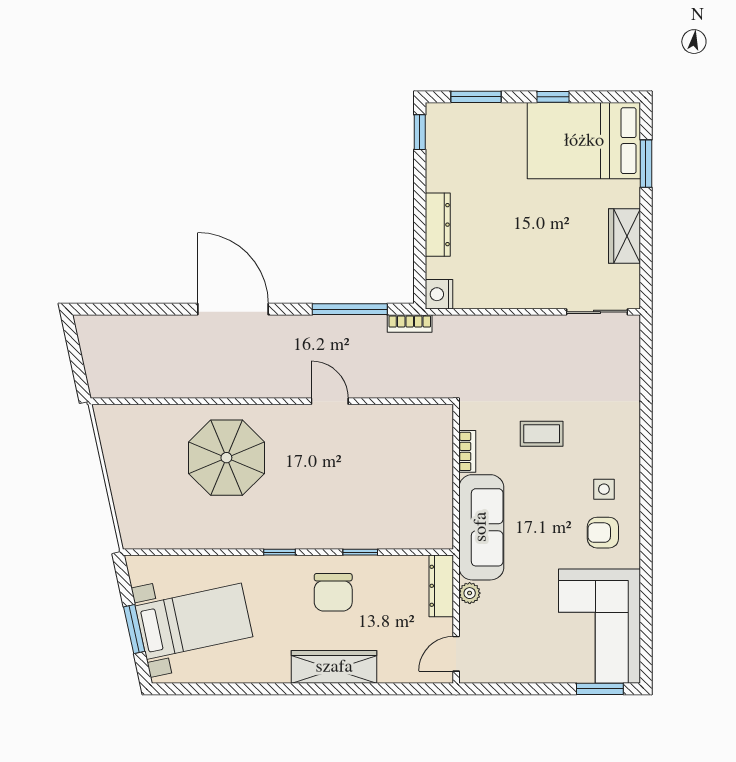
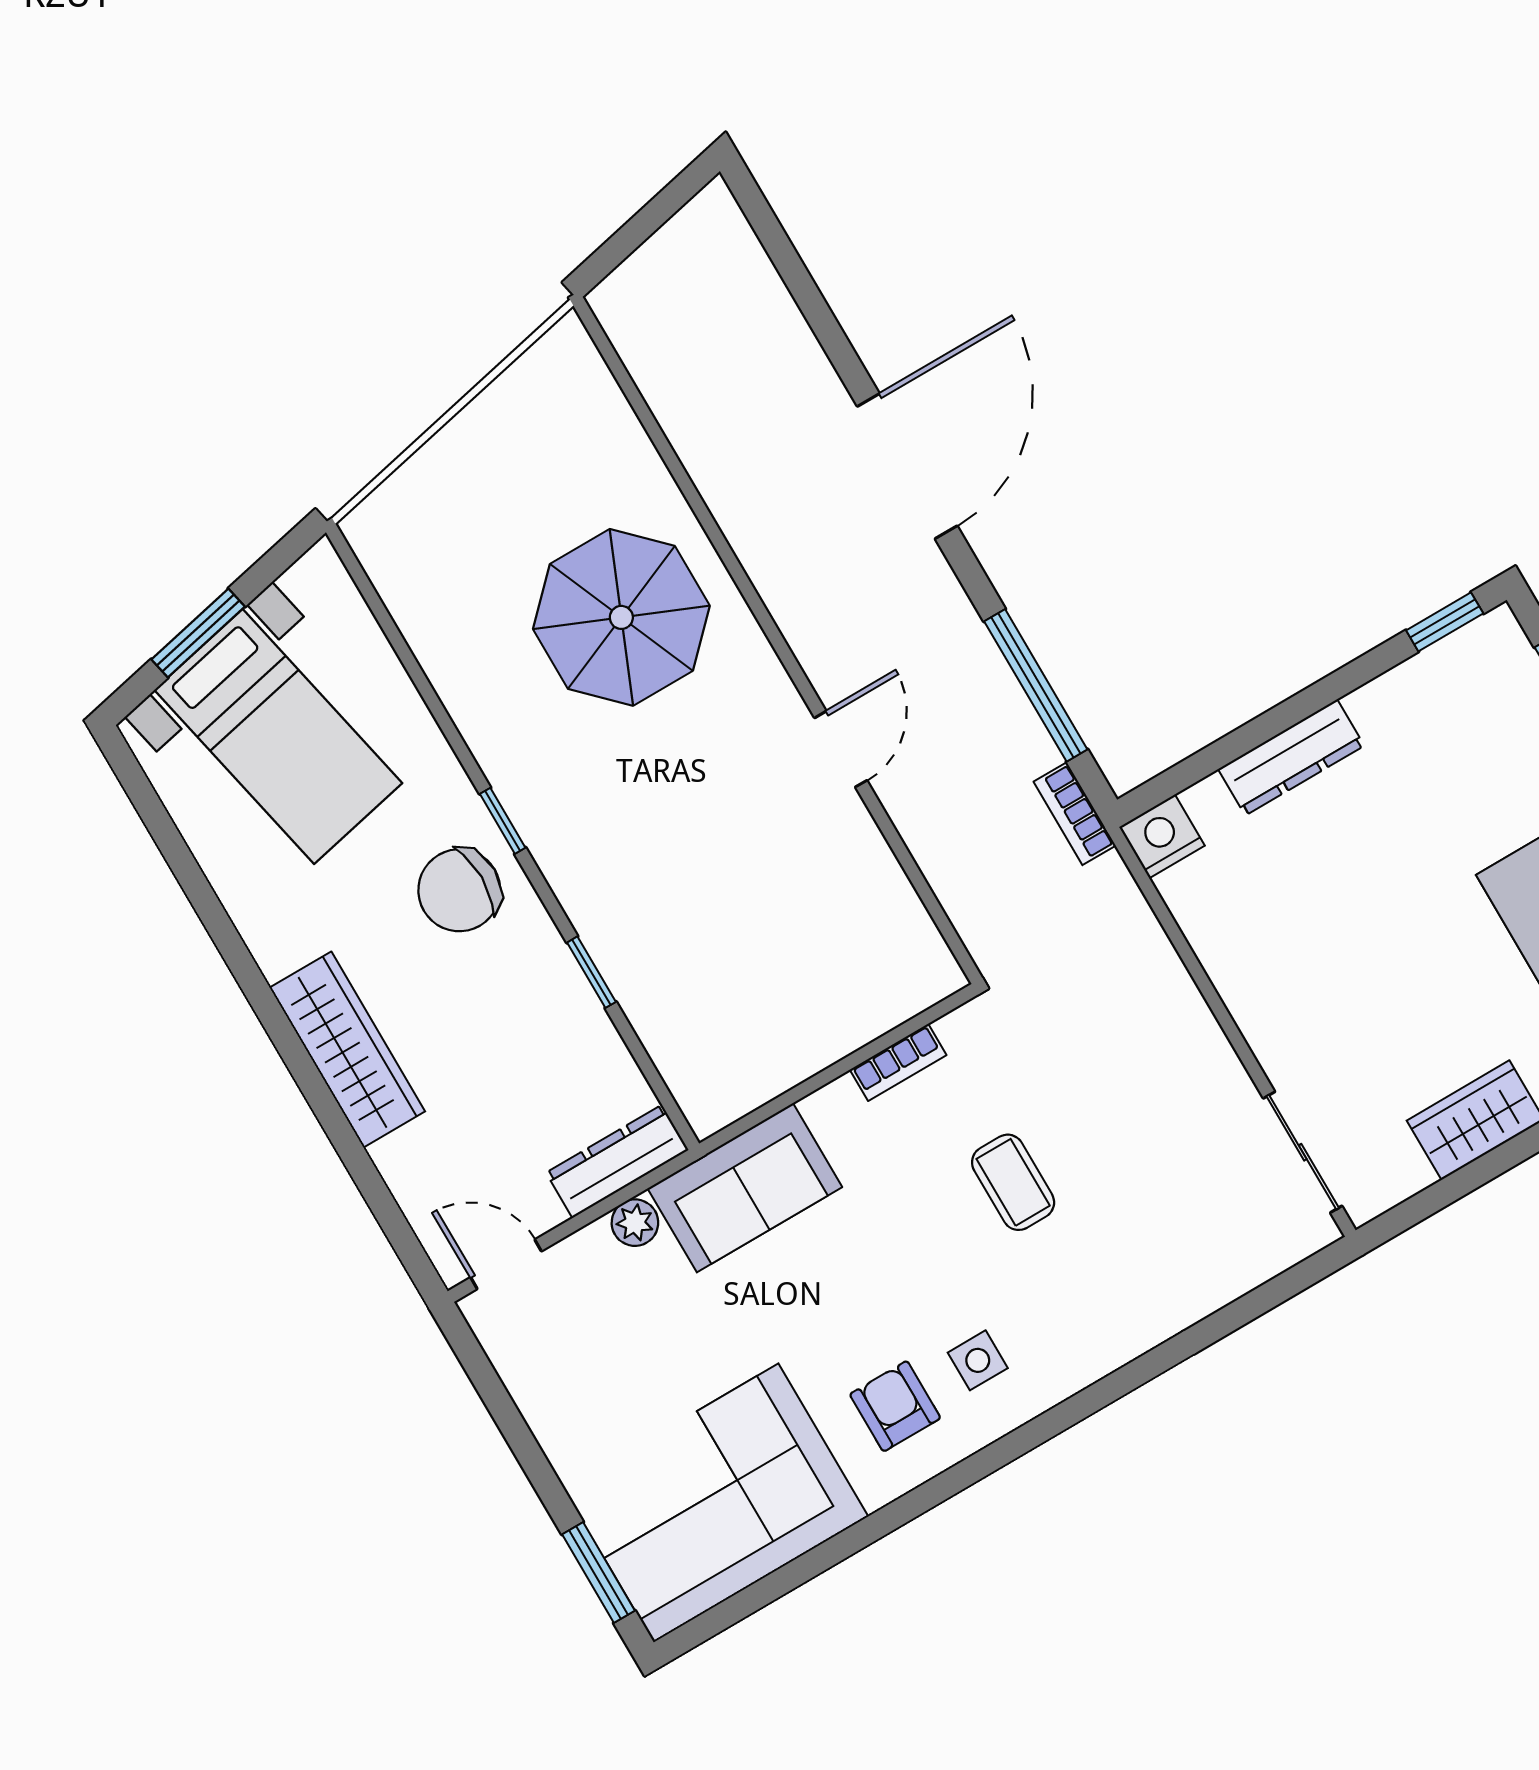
sofa: (481, 527) -> (745, 1188), width x0.73
chair: (333, 592) -> (459, 890), moved

